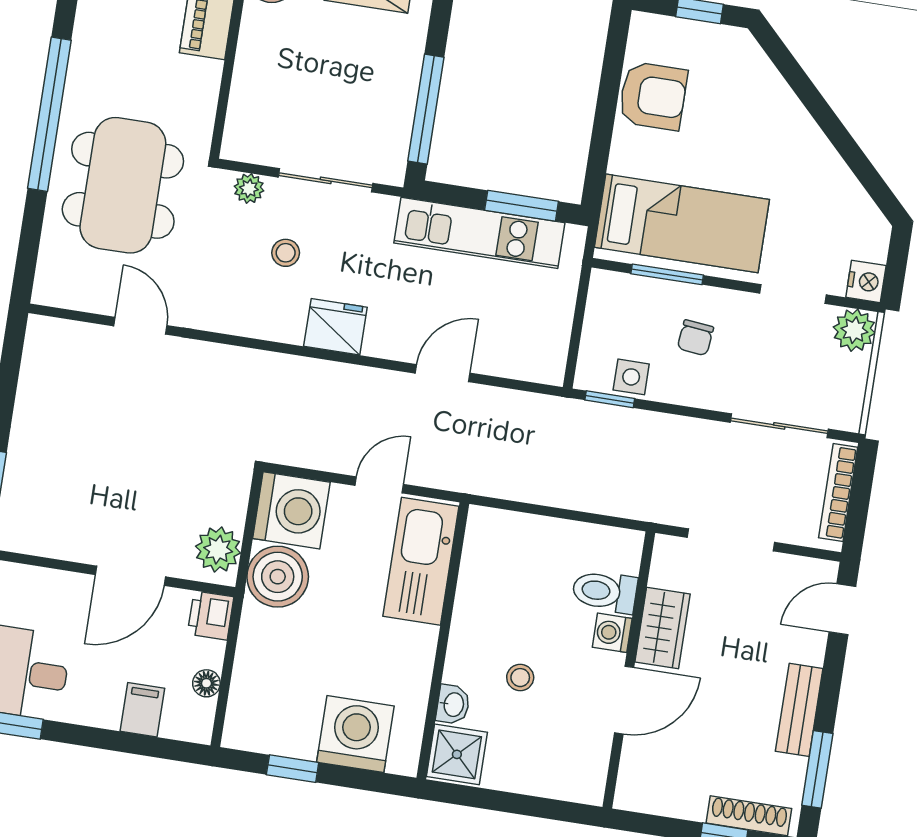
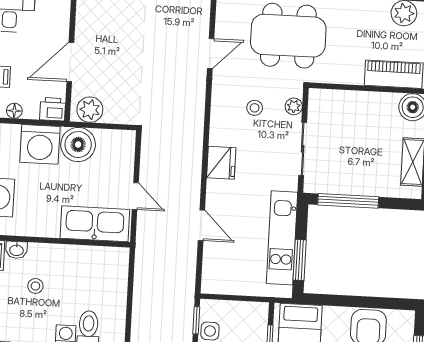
stool: (286, 253) -> (255, 108), moved
washing machine: (291, 510) -> (40, 144), moved
door: (130, 576) -> (70, 62), hinge flipped

